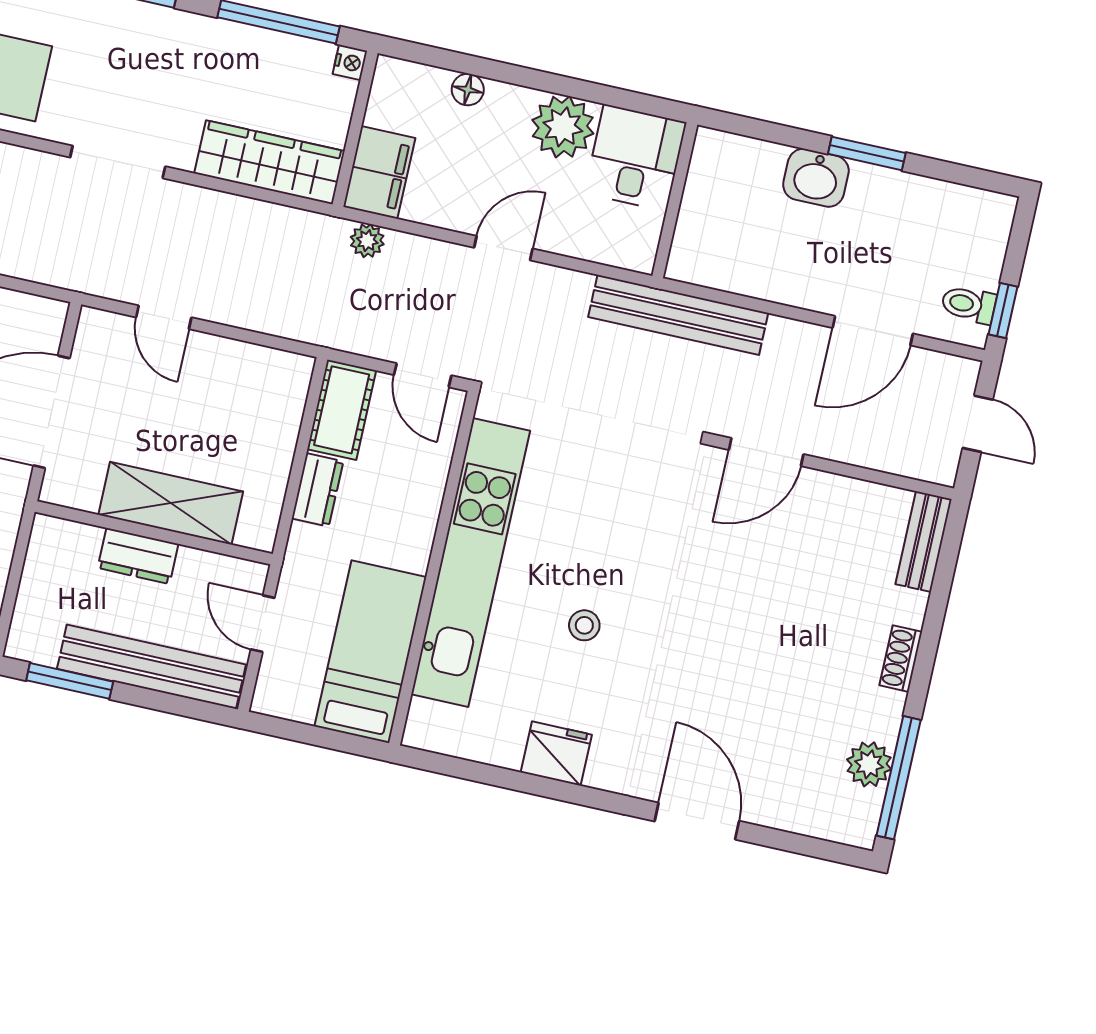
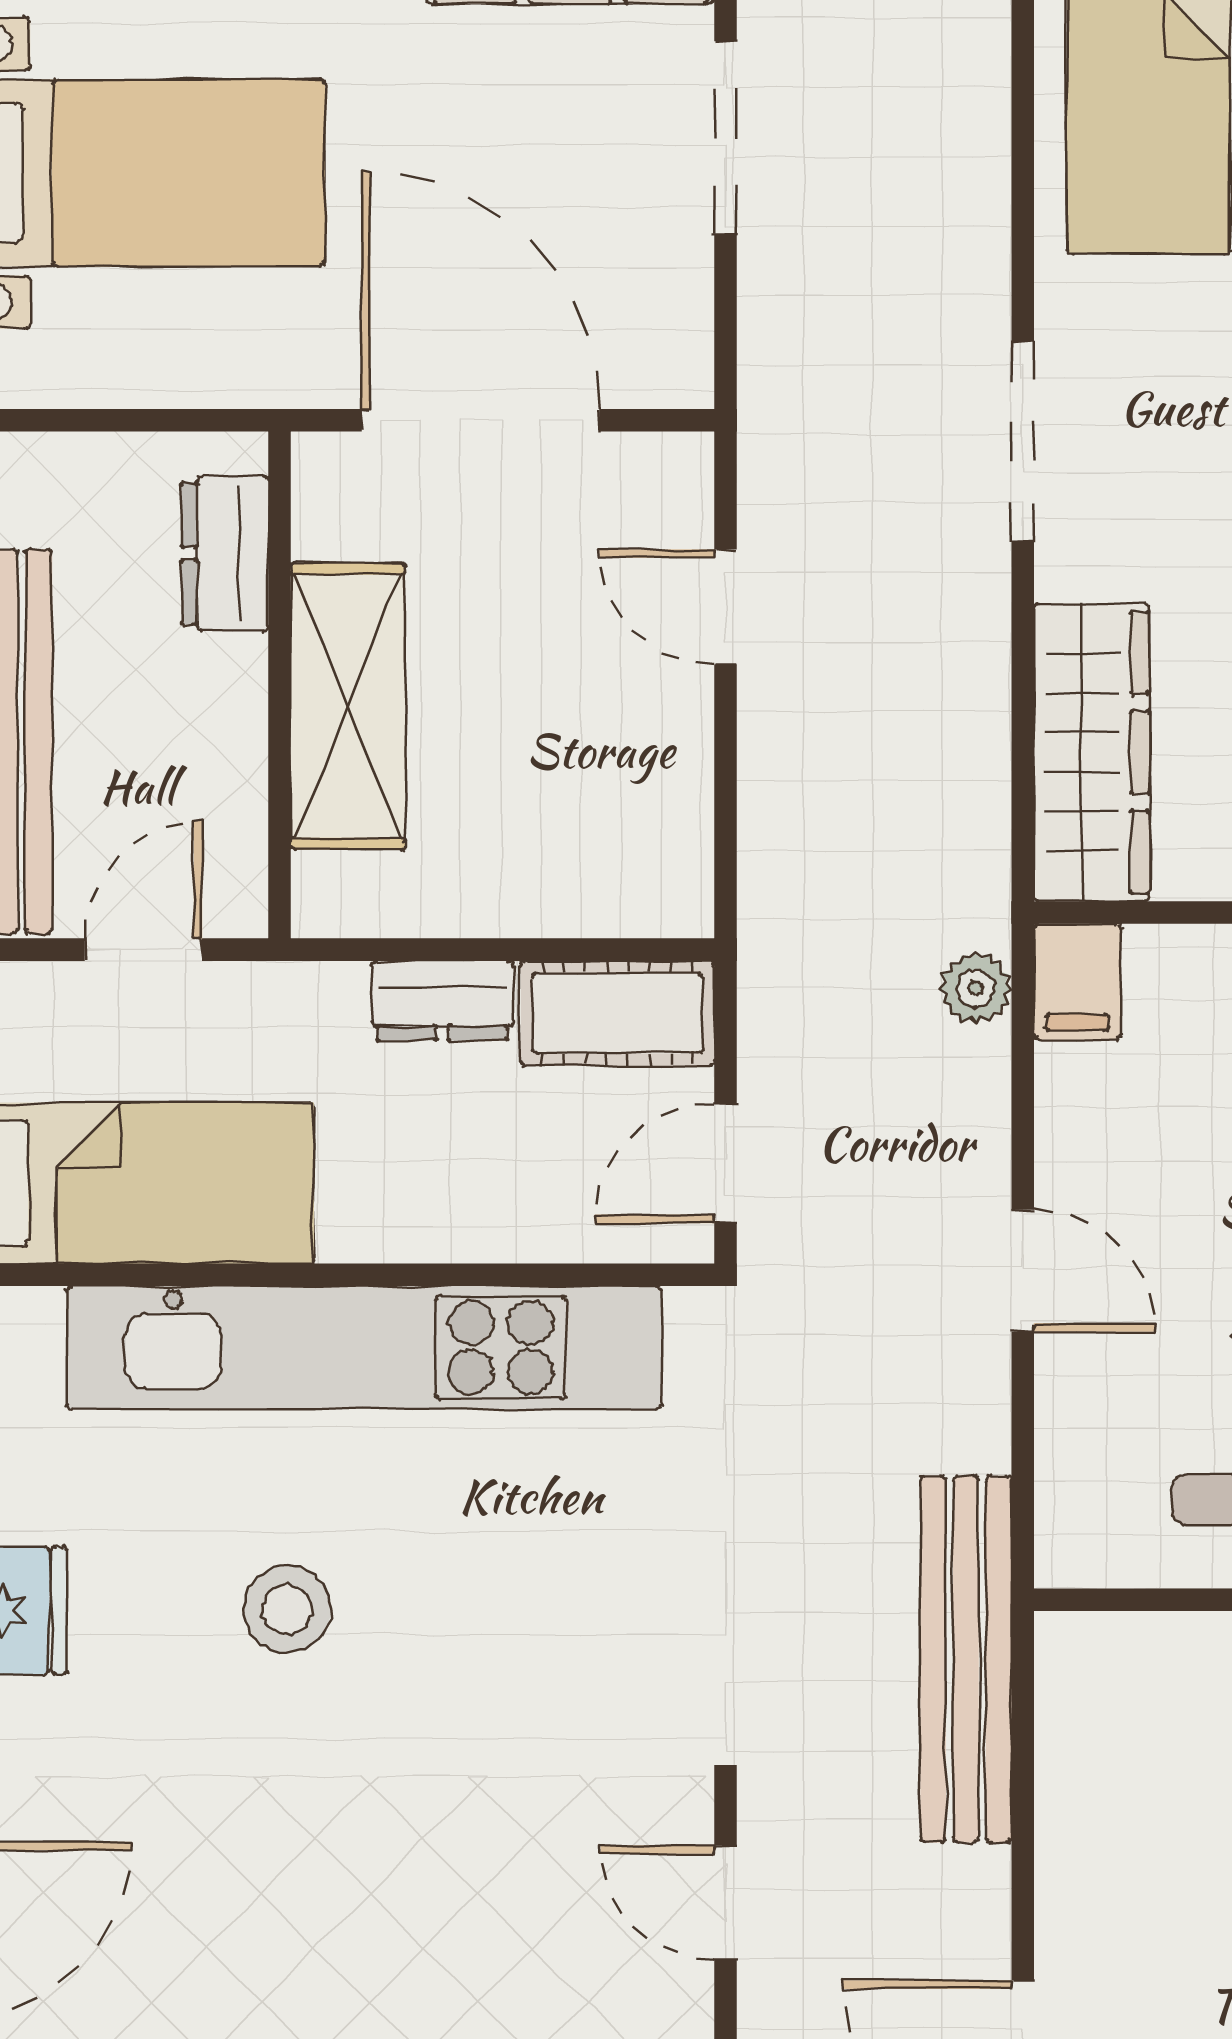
filing cabinet: (379, 172) -> (1077, 982), width x0.50
door: (164, 317) -> (725, 607), hinge flipped
door: (766, 452) -> (725, 1902), width x0.73
dresser: (138, 556) -> (225, 553), moved
stool: (584, 625) -> (287, 1609), width x1.37, depth x1.37

